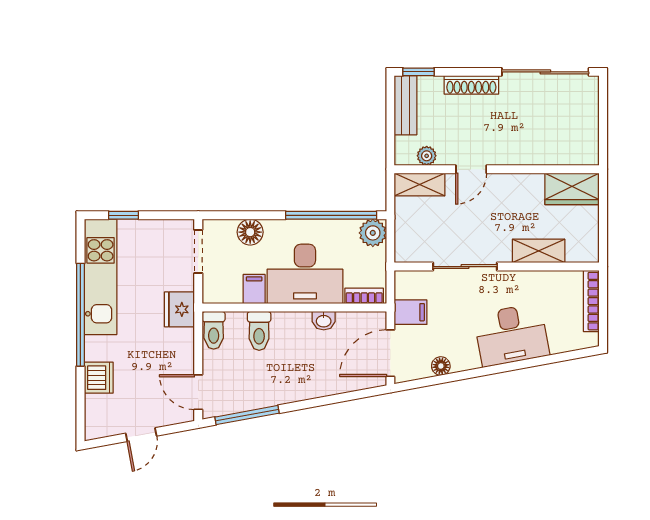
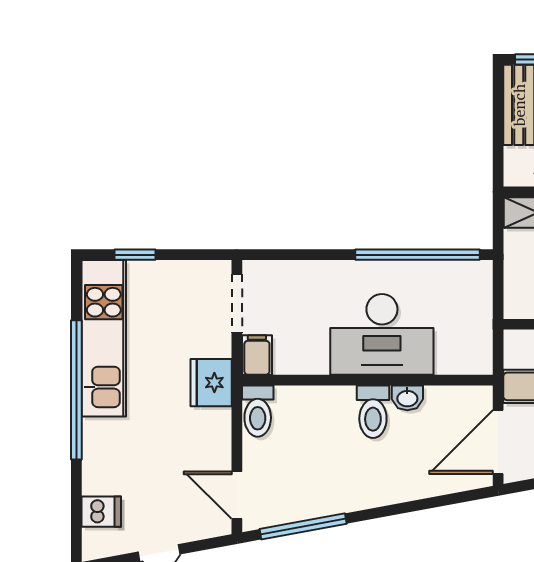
floor lamp: (250, 232) -> (307, 277), removed
plant: (373, 233) -> (474, 278), removed
filing cabinet: (254, 289) -> (257, 355), moved
bookcase: (364, 296) -> (463, 364), removed
toilet: (259, 331) -> (373, 412), moved
dishwasher: (99, 378) -> (101, 512), moved, width x0.73

